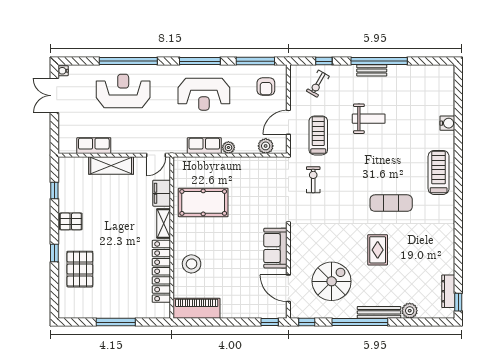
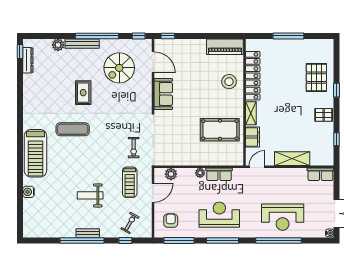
row of seats: (94, 146) -> (320, 174), moved
treadmill: (439, 172) -> (35, 153), width x1.37, depth x1.38

